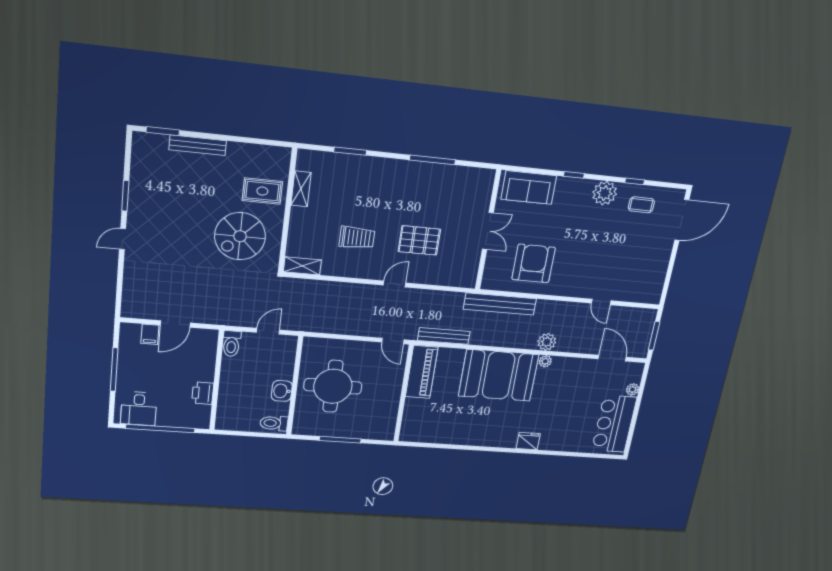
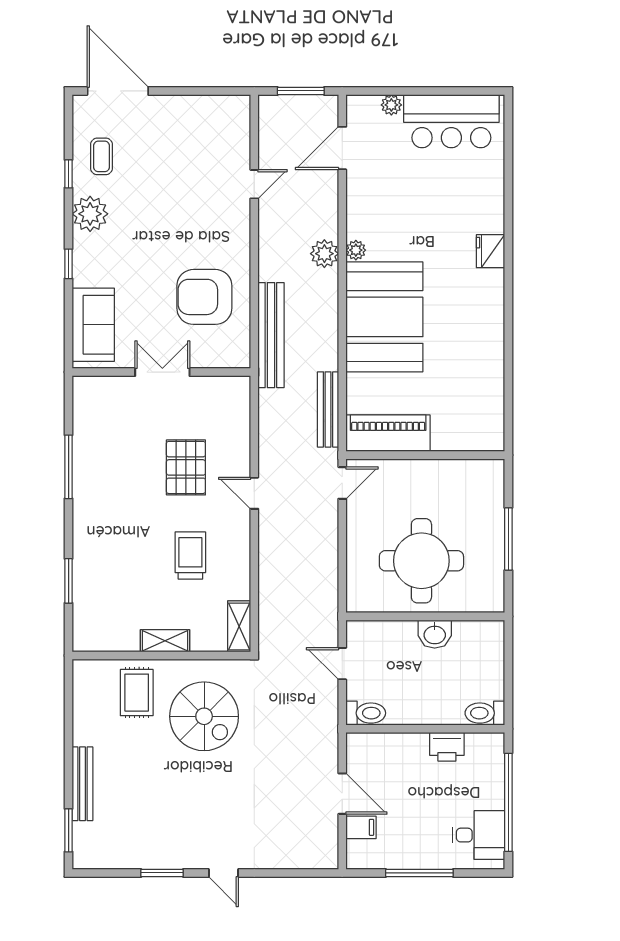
shelving: (301, 189) -> (165, 641), moved
toilet: (274, 423) -> (485, 713), moved, turned 90

